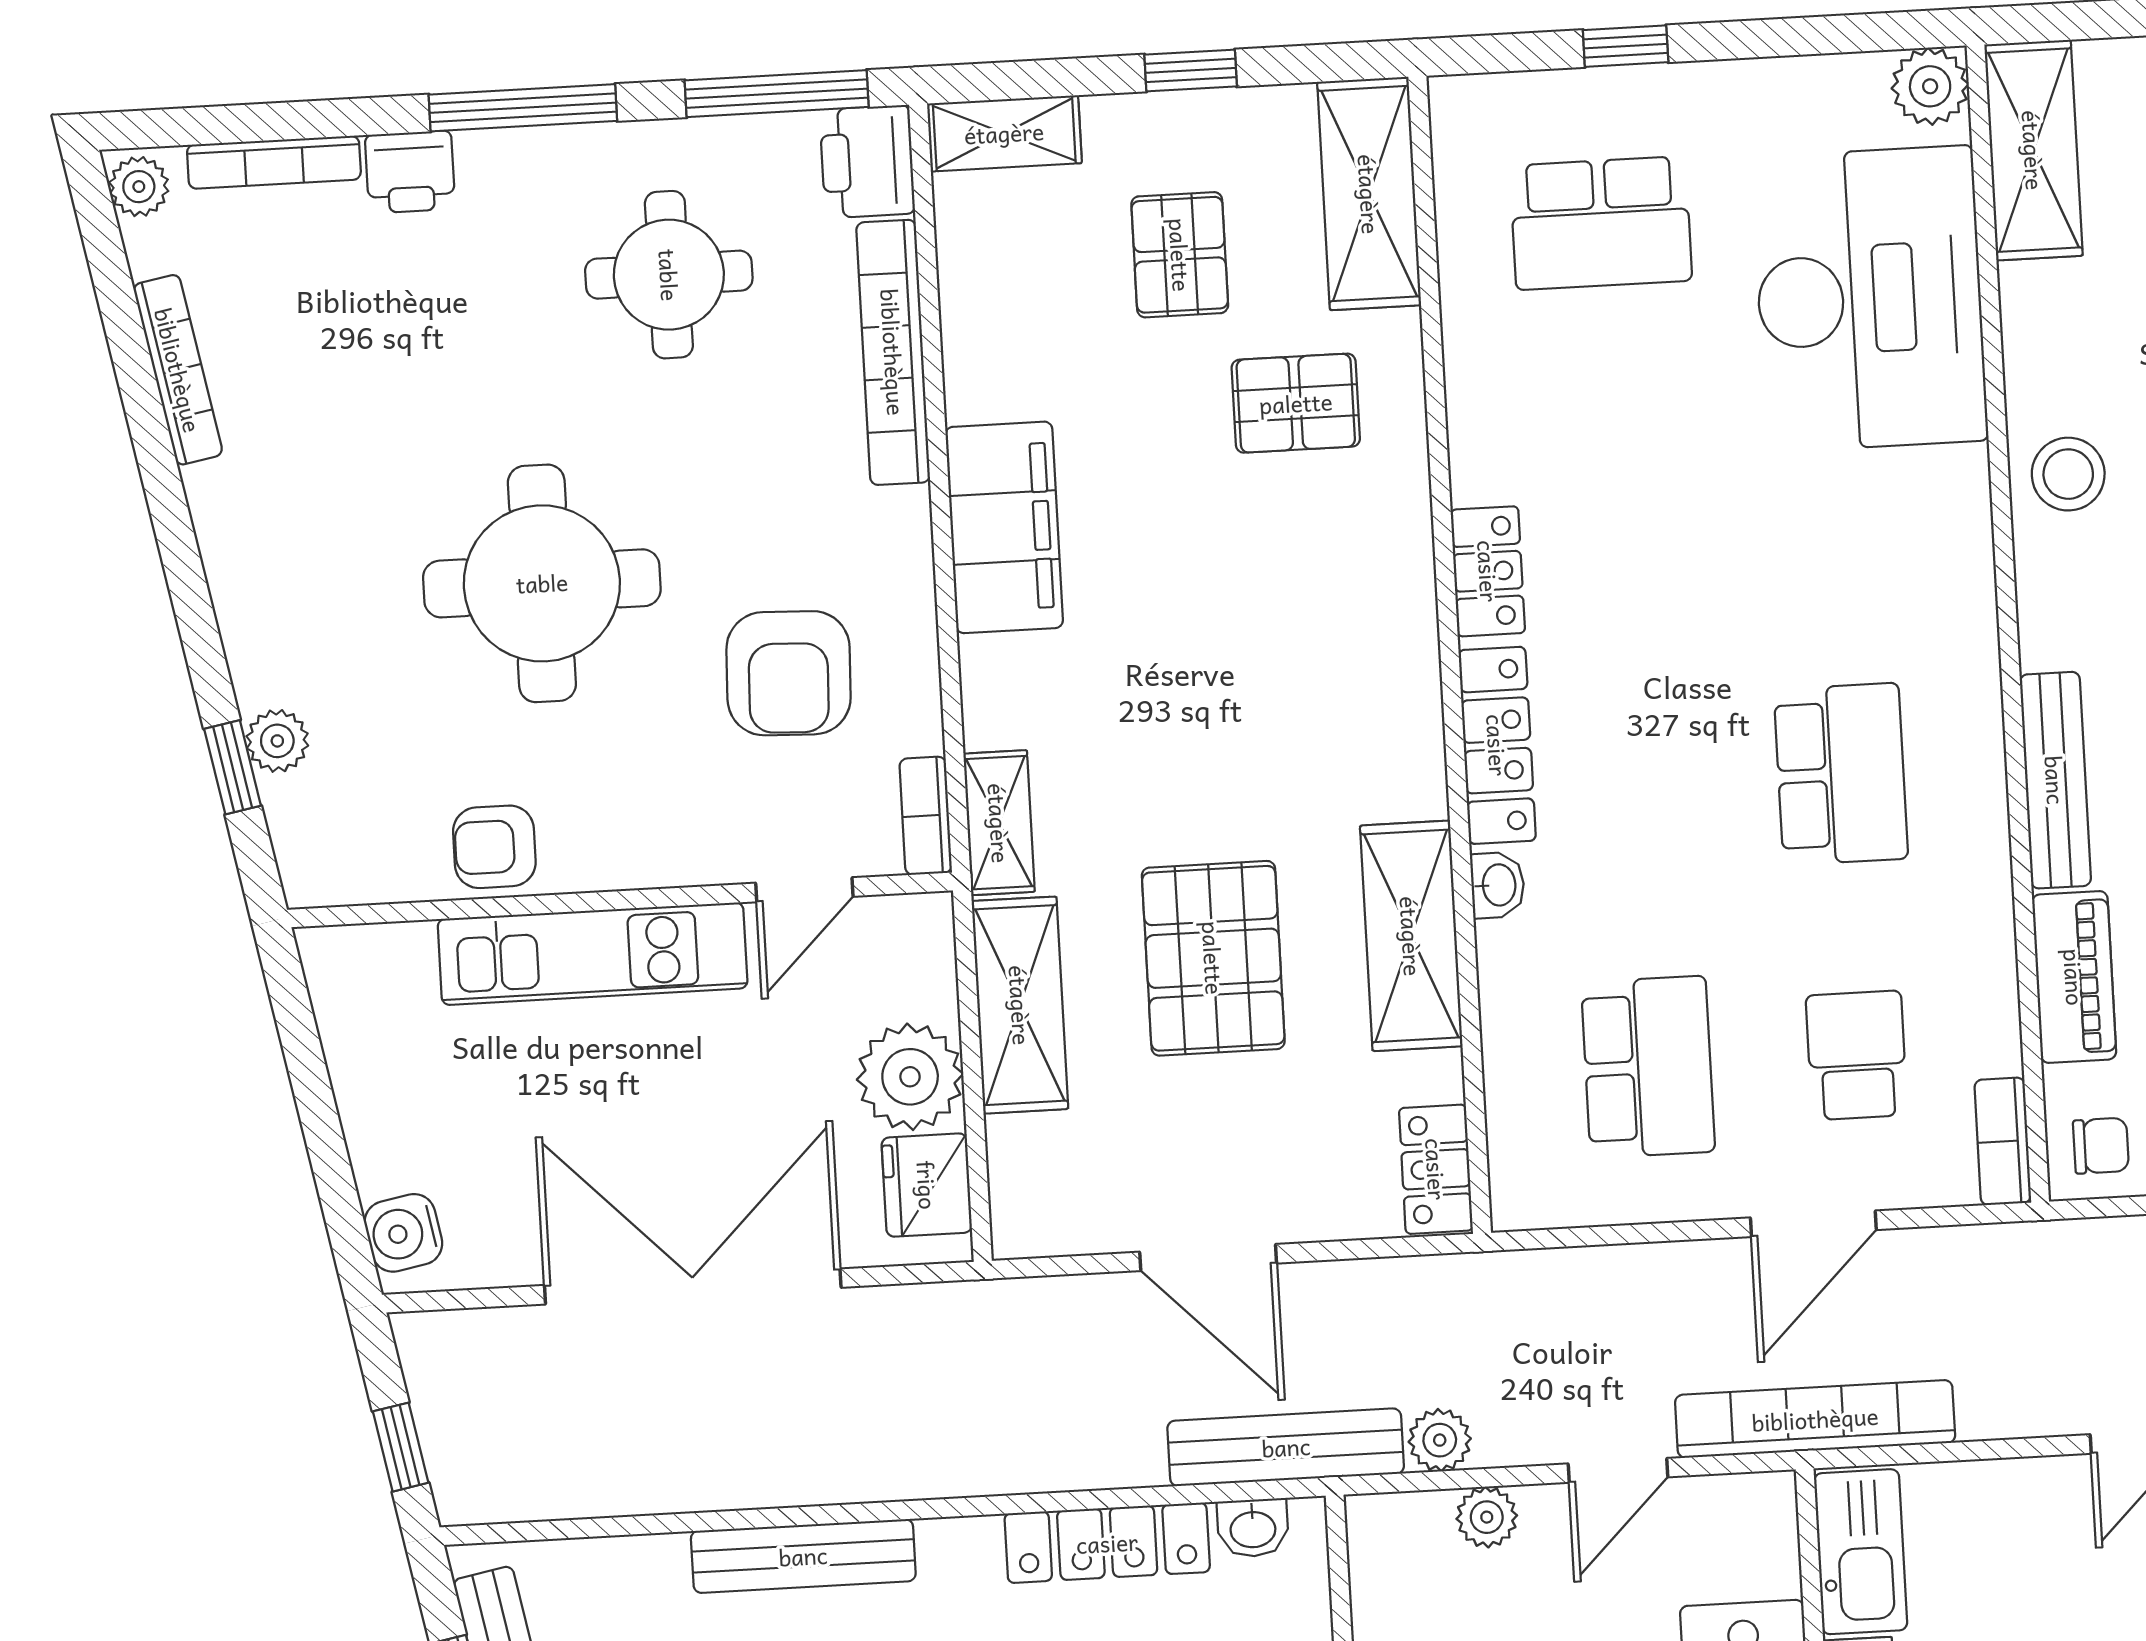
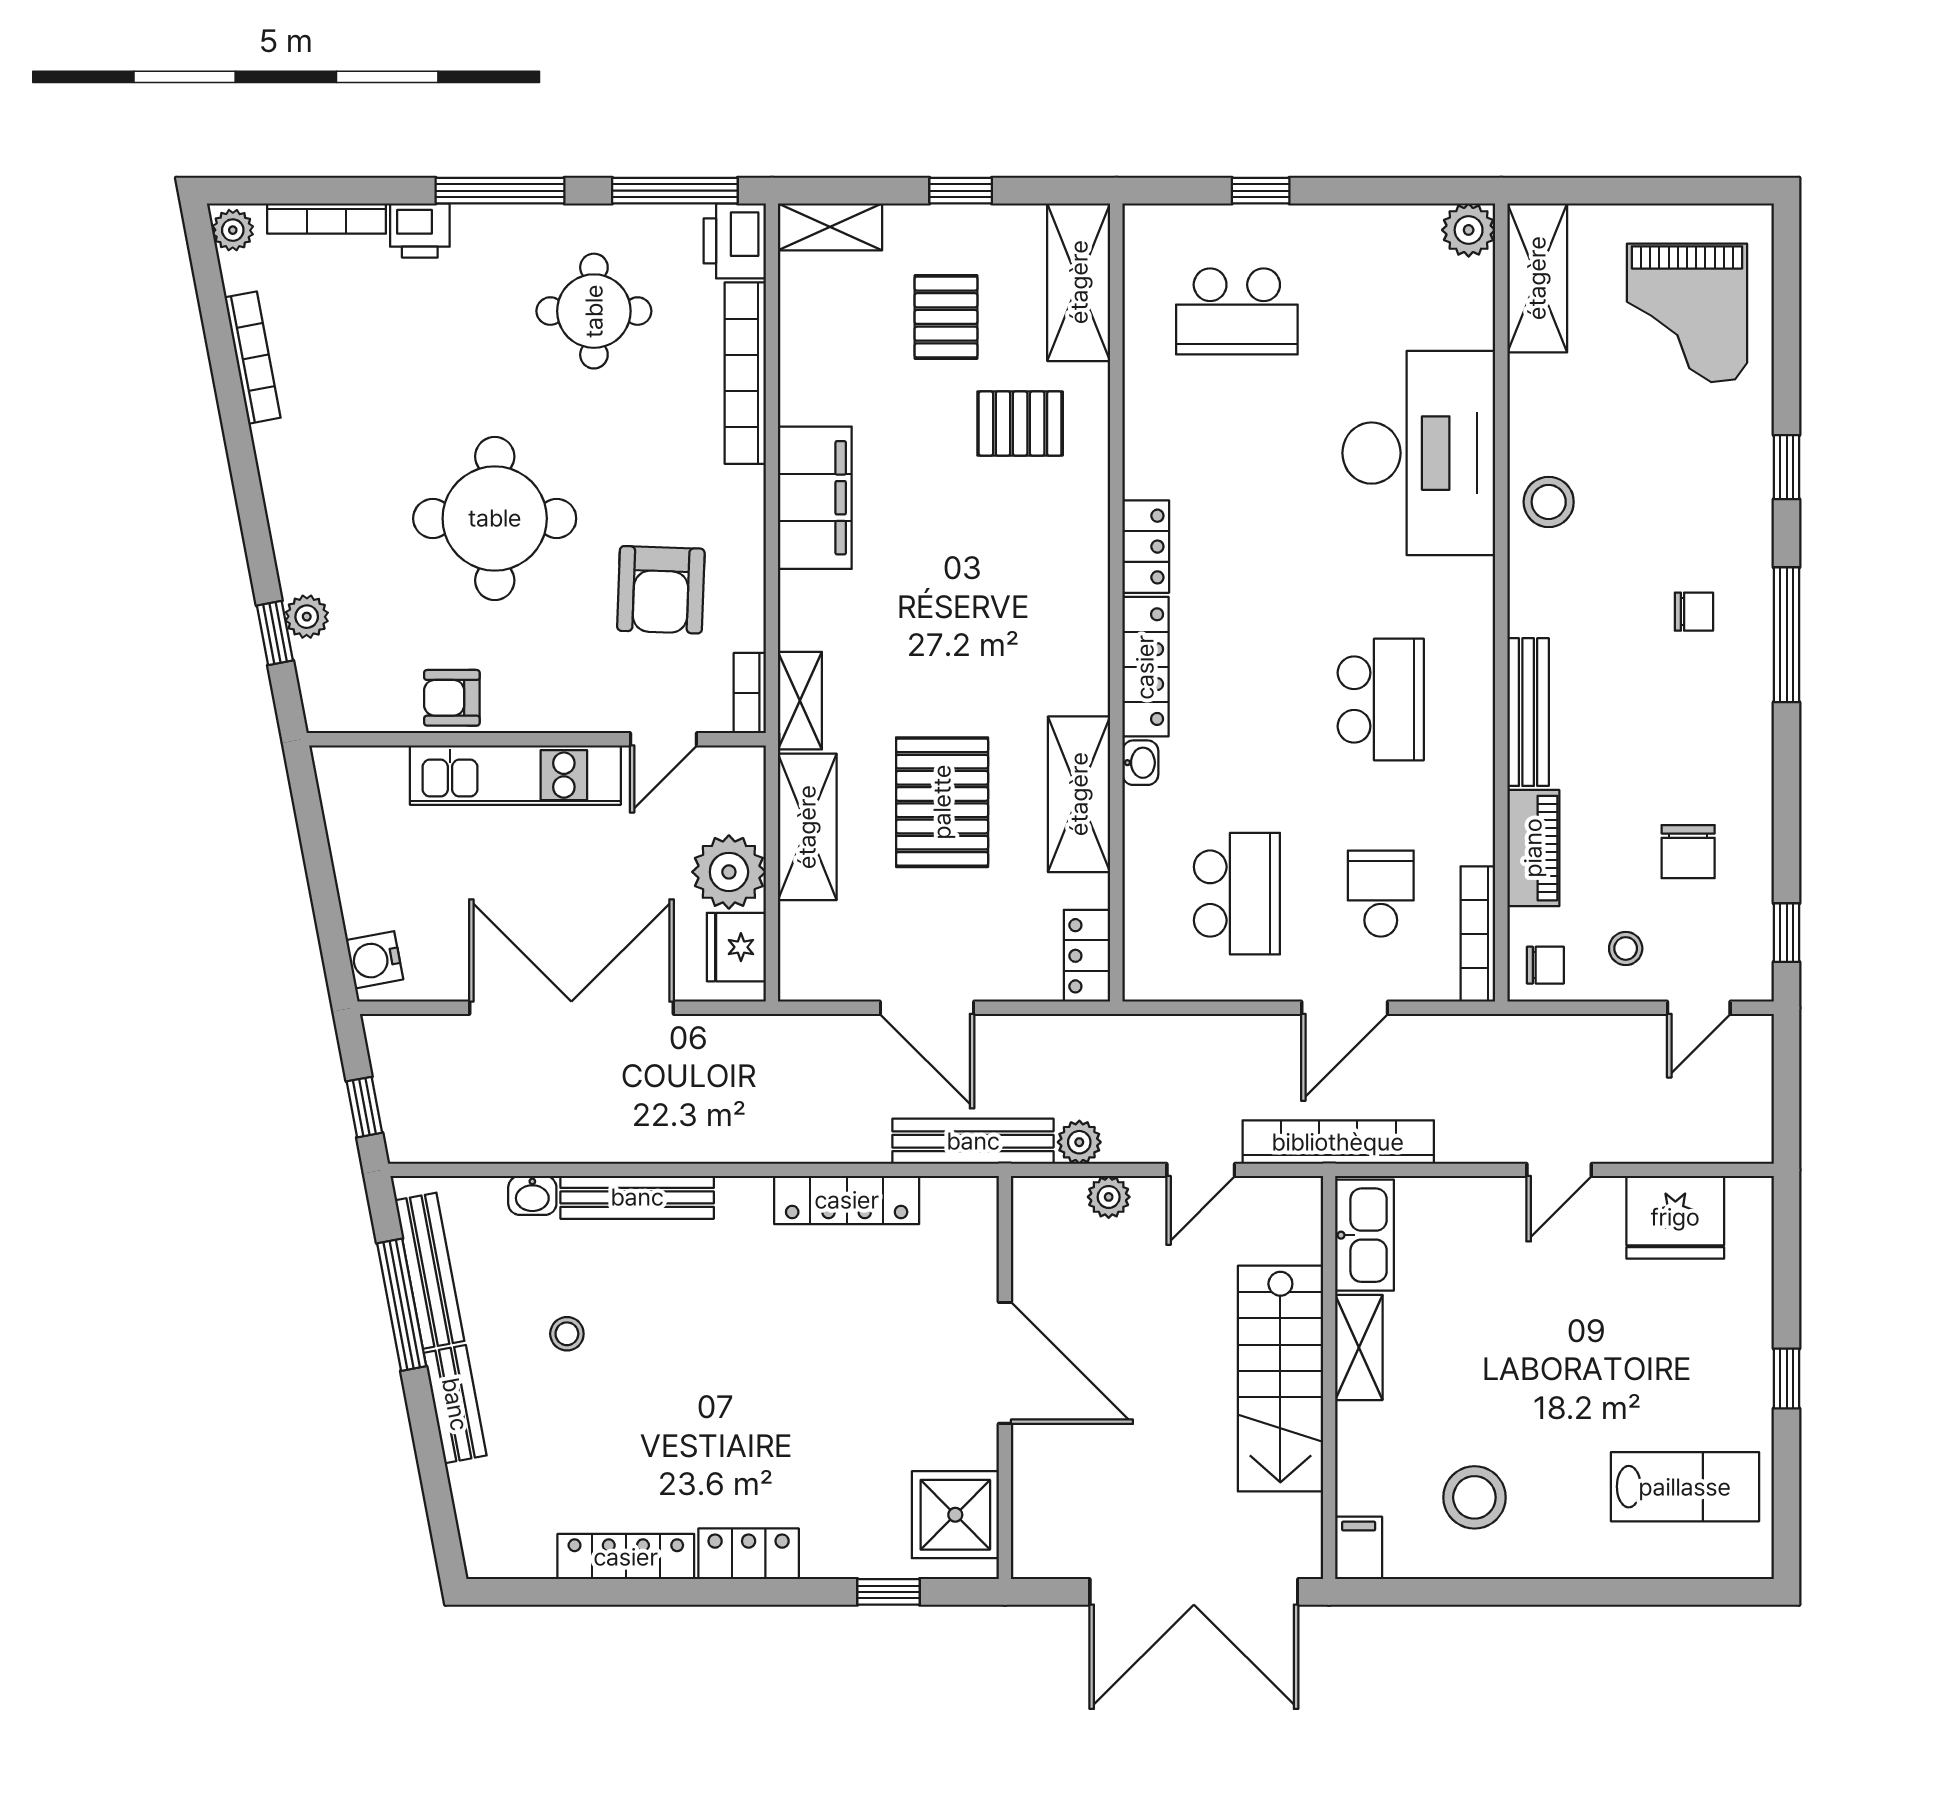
desk: (1870, 299) -> (1419, 453), moved
bookcase: (2003, 1141) -> (1478, 934), width x1.56
washbasin: (1253, 1528) -> (532, 1195), moved

